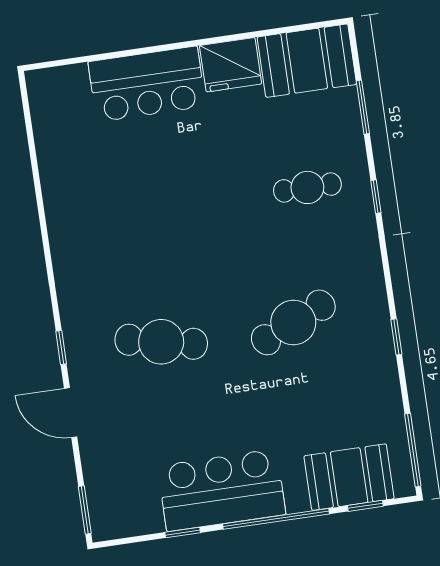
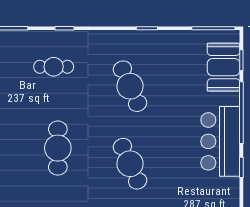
cafe table: (307, 187) -> (54, 67), turned 90
cafe table: (170, 215) -> (58, 148), added
cafe table: (161, 342) -> (130, 164), turned -36

